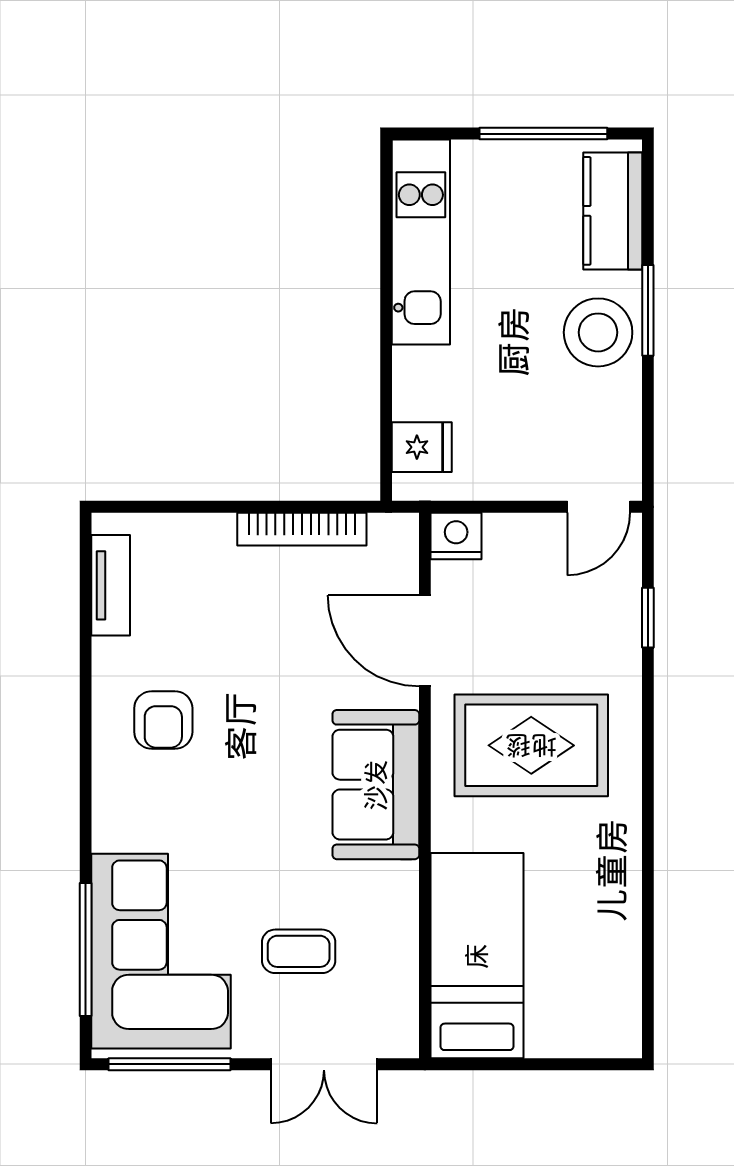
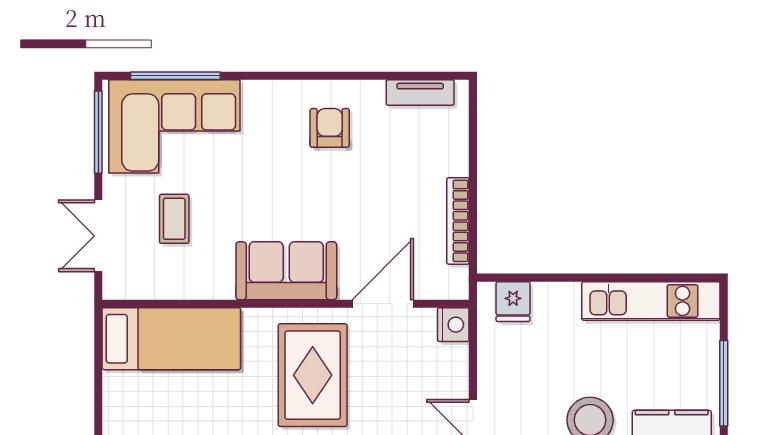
armchair: (163, 720) -> (330, 128), turned 90

